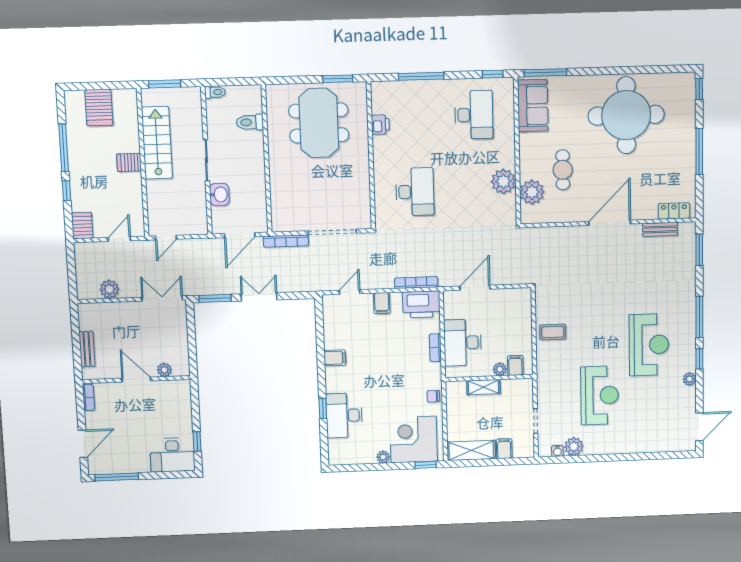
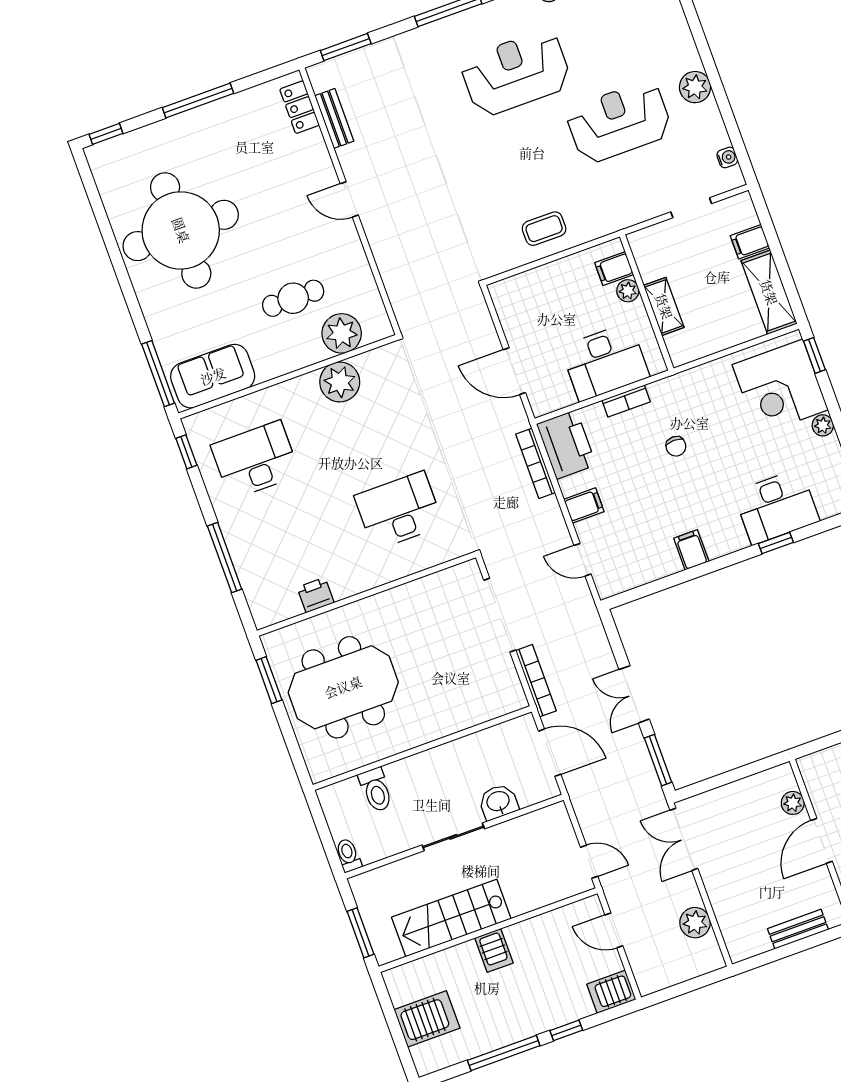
door: (610, 223) -> (349, 199), width x0.53
coffee table: (553, 332) -> (544, 229), turned 90
chair: (433, 396) -> (676, 446), moved
plant: (574, 446) -> (695, 87), moved

